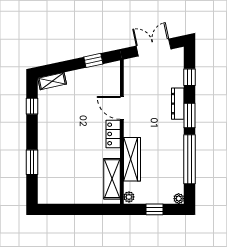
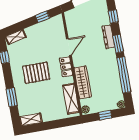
door: (122, 108) -> (69, 47), swing flipped
pallet: (71, 135) -> (36, 73), added
shelving: (52, 197) -> (31, 120), added

